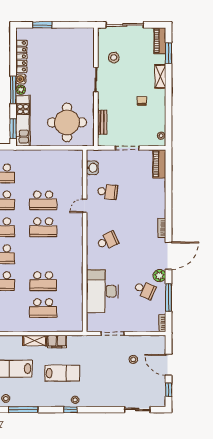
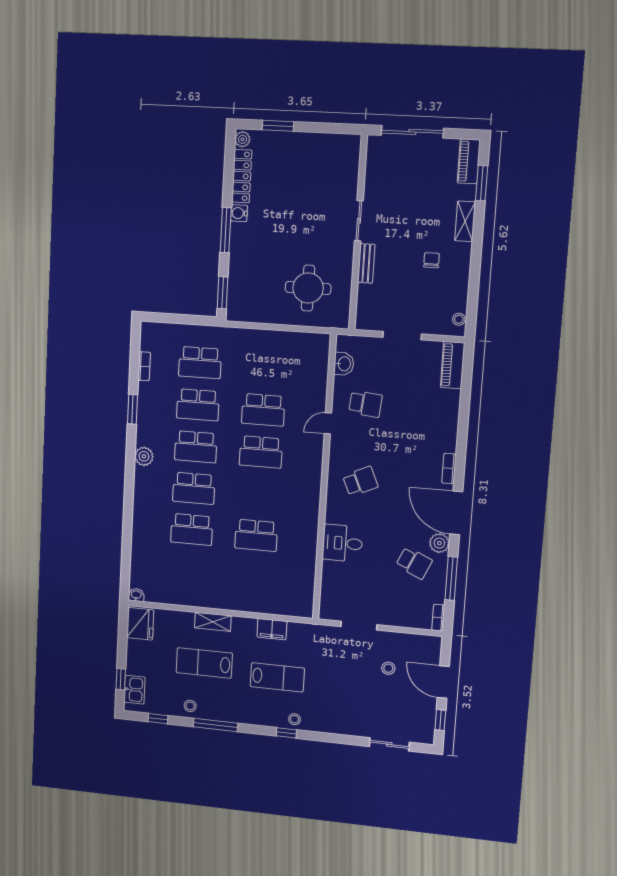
stool: (114, 57) -> (391, 186), removed
plant: (21, 90) -> (242, 139), moved
kitchen unit: (23, 121) -> (239, 281), removed
round table: (67, 122) -> (308, 288), width x0.73, depth x0.73
bench: (102, 122) -> (366, 263), moved
door: (169, 256) -> (456, 513), swing flipped
desk: (102, 291) -> (342, 543), width x0.53, depth x0.77
school desk: (43, 308) -> (254, 576), removed
shelving: (35, 341) -> (213, 622), moved

